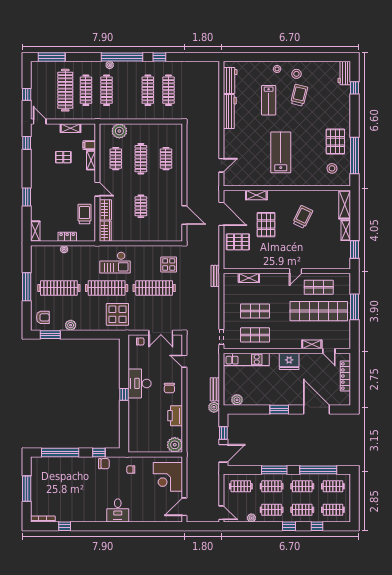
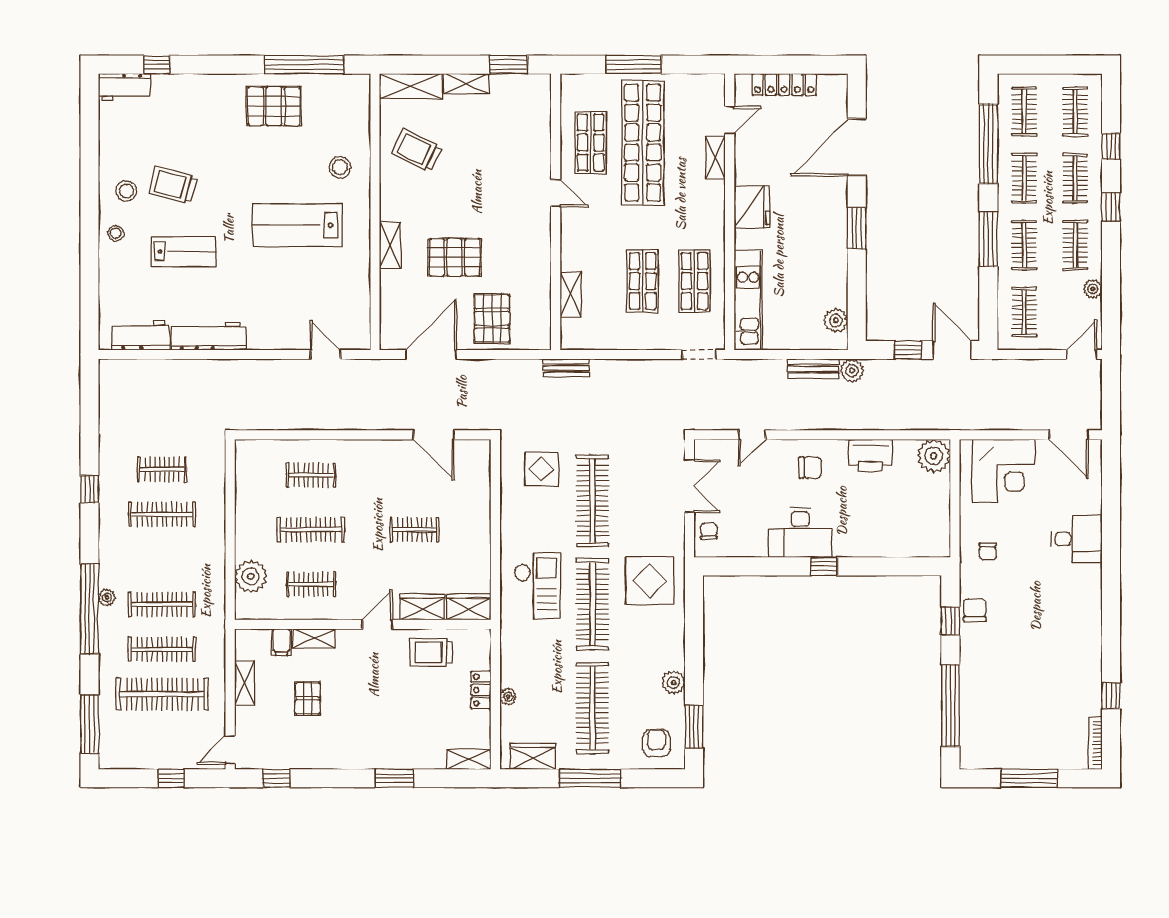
window: (122, 57) -> (90, 609), moved
clothes rail: (168, 90) -> (162, 470), width x0.73
stool: (332, 168) -> (340, 167), moved
shelving: (256, 195) -> (390, 245), moved
door: (184, 215) -> (434, 435), swing flipped
trolley: (303, 217) -> (417, 150), moved
wardrobe: (37, 261) -> (533, 756), added
desk: (118, 510) -> (1077, 539), moved

